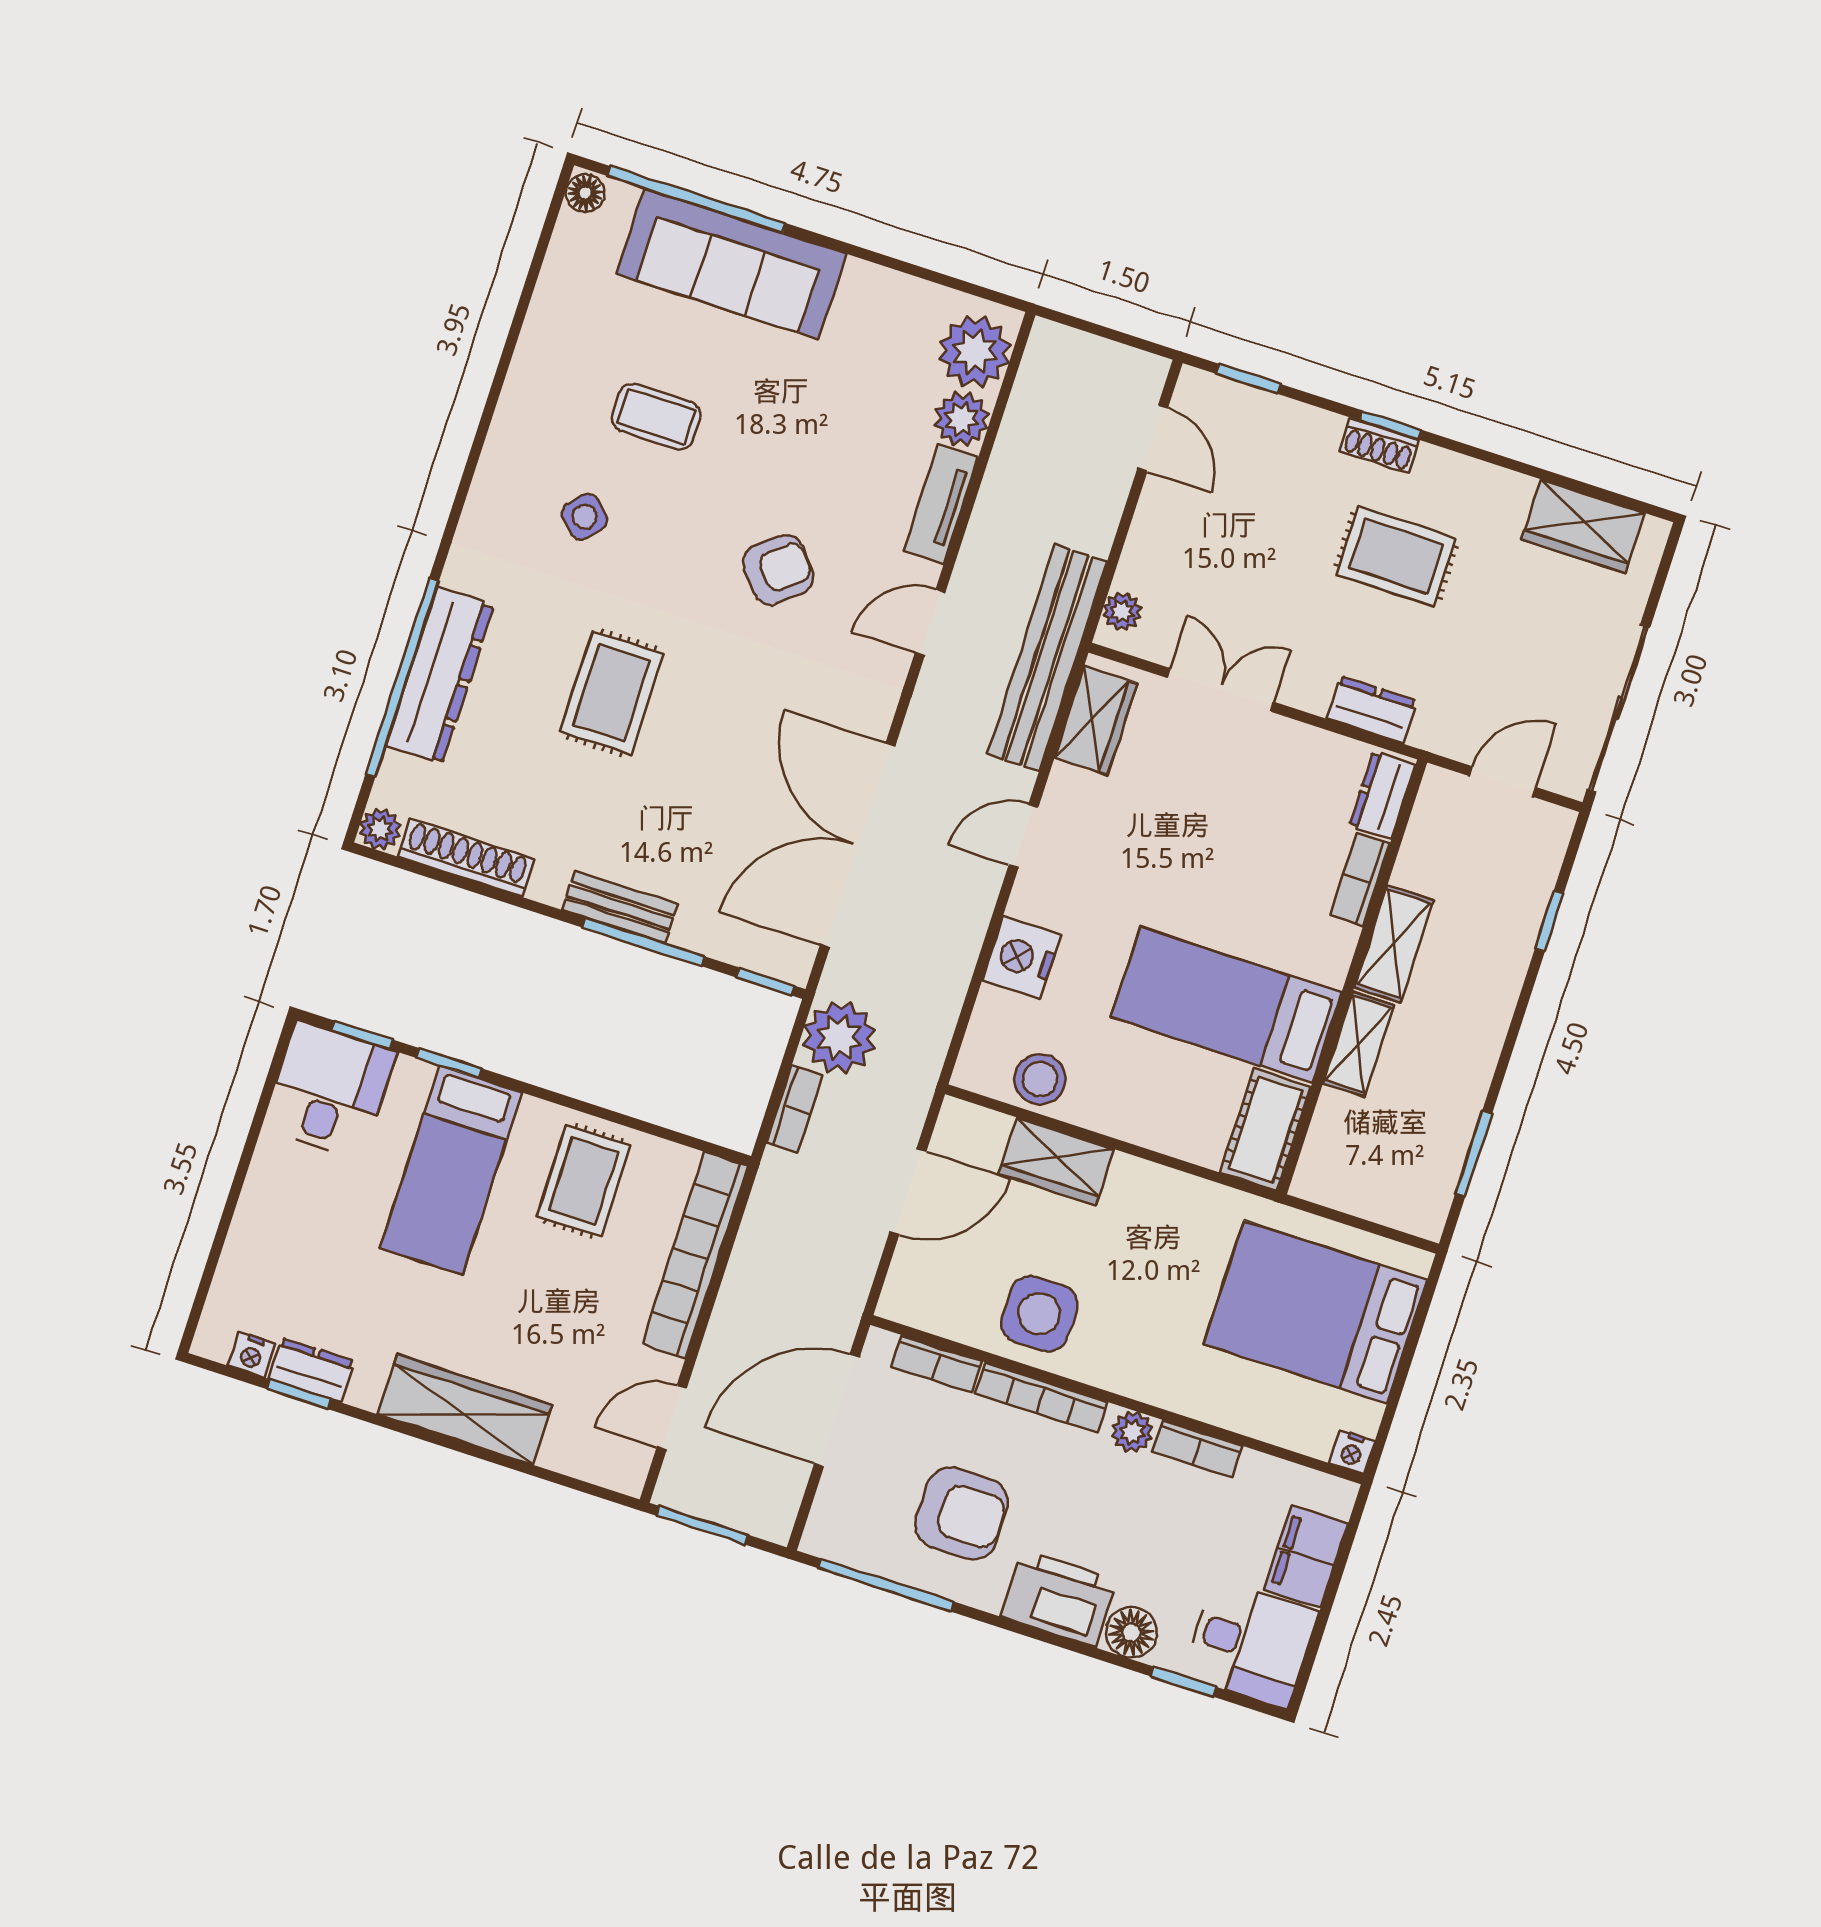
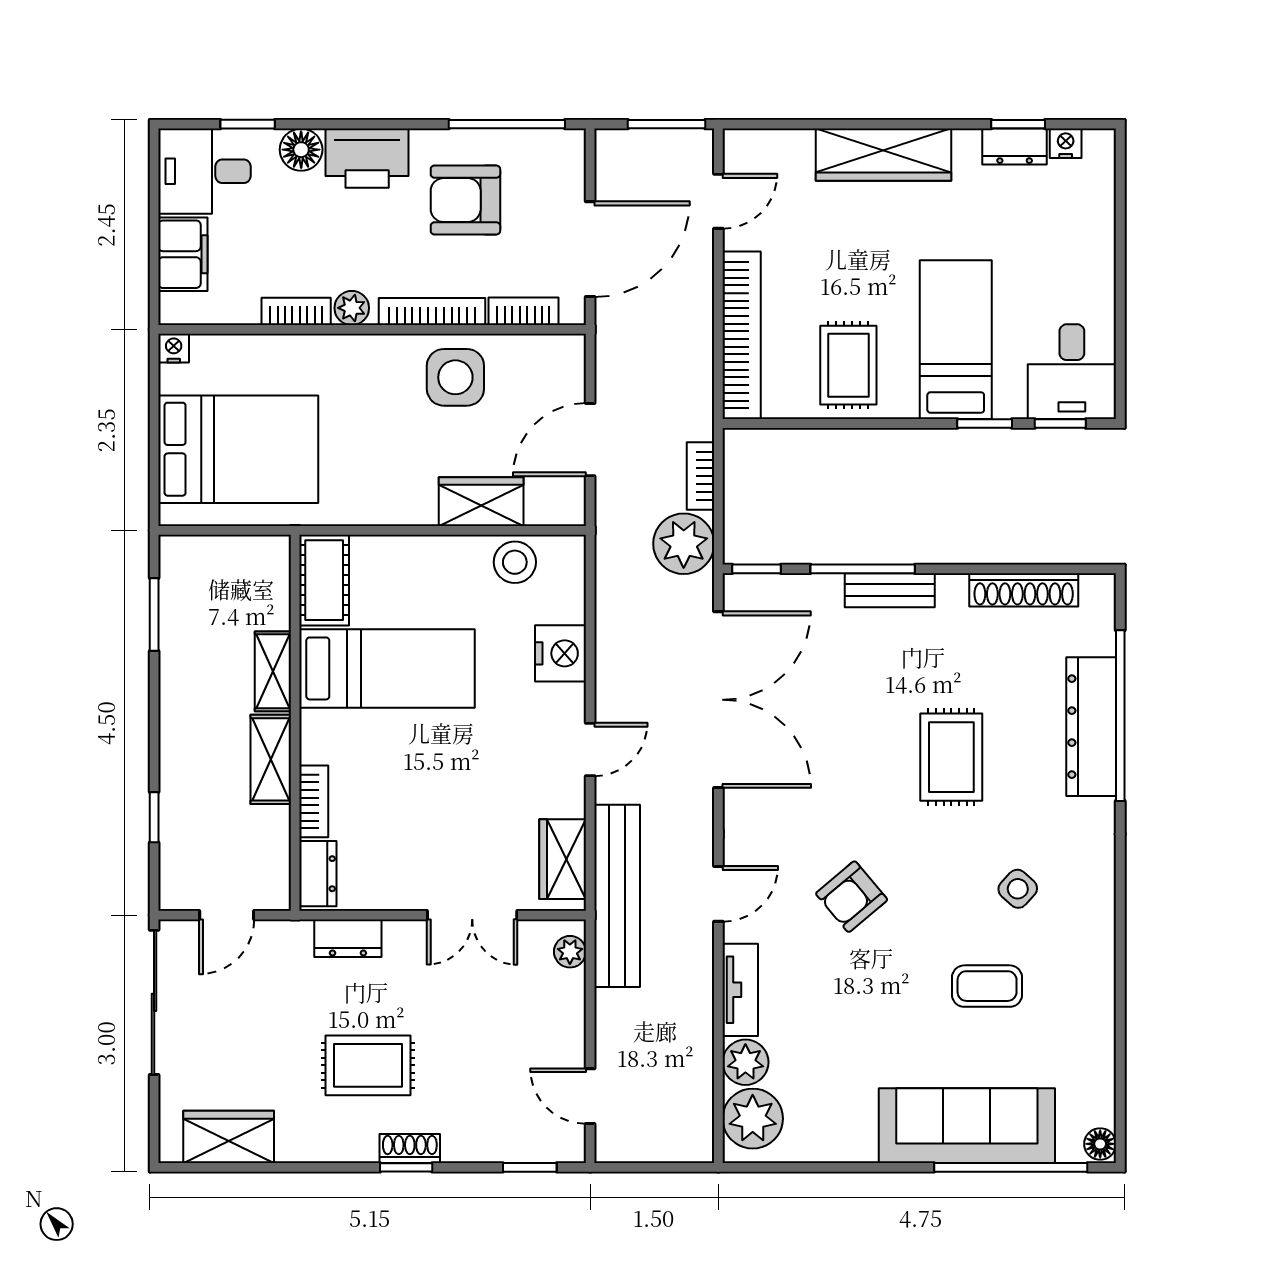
plant: (380, 829) -> (1099, 590), removed

